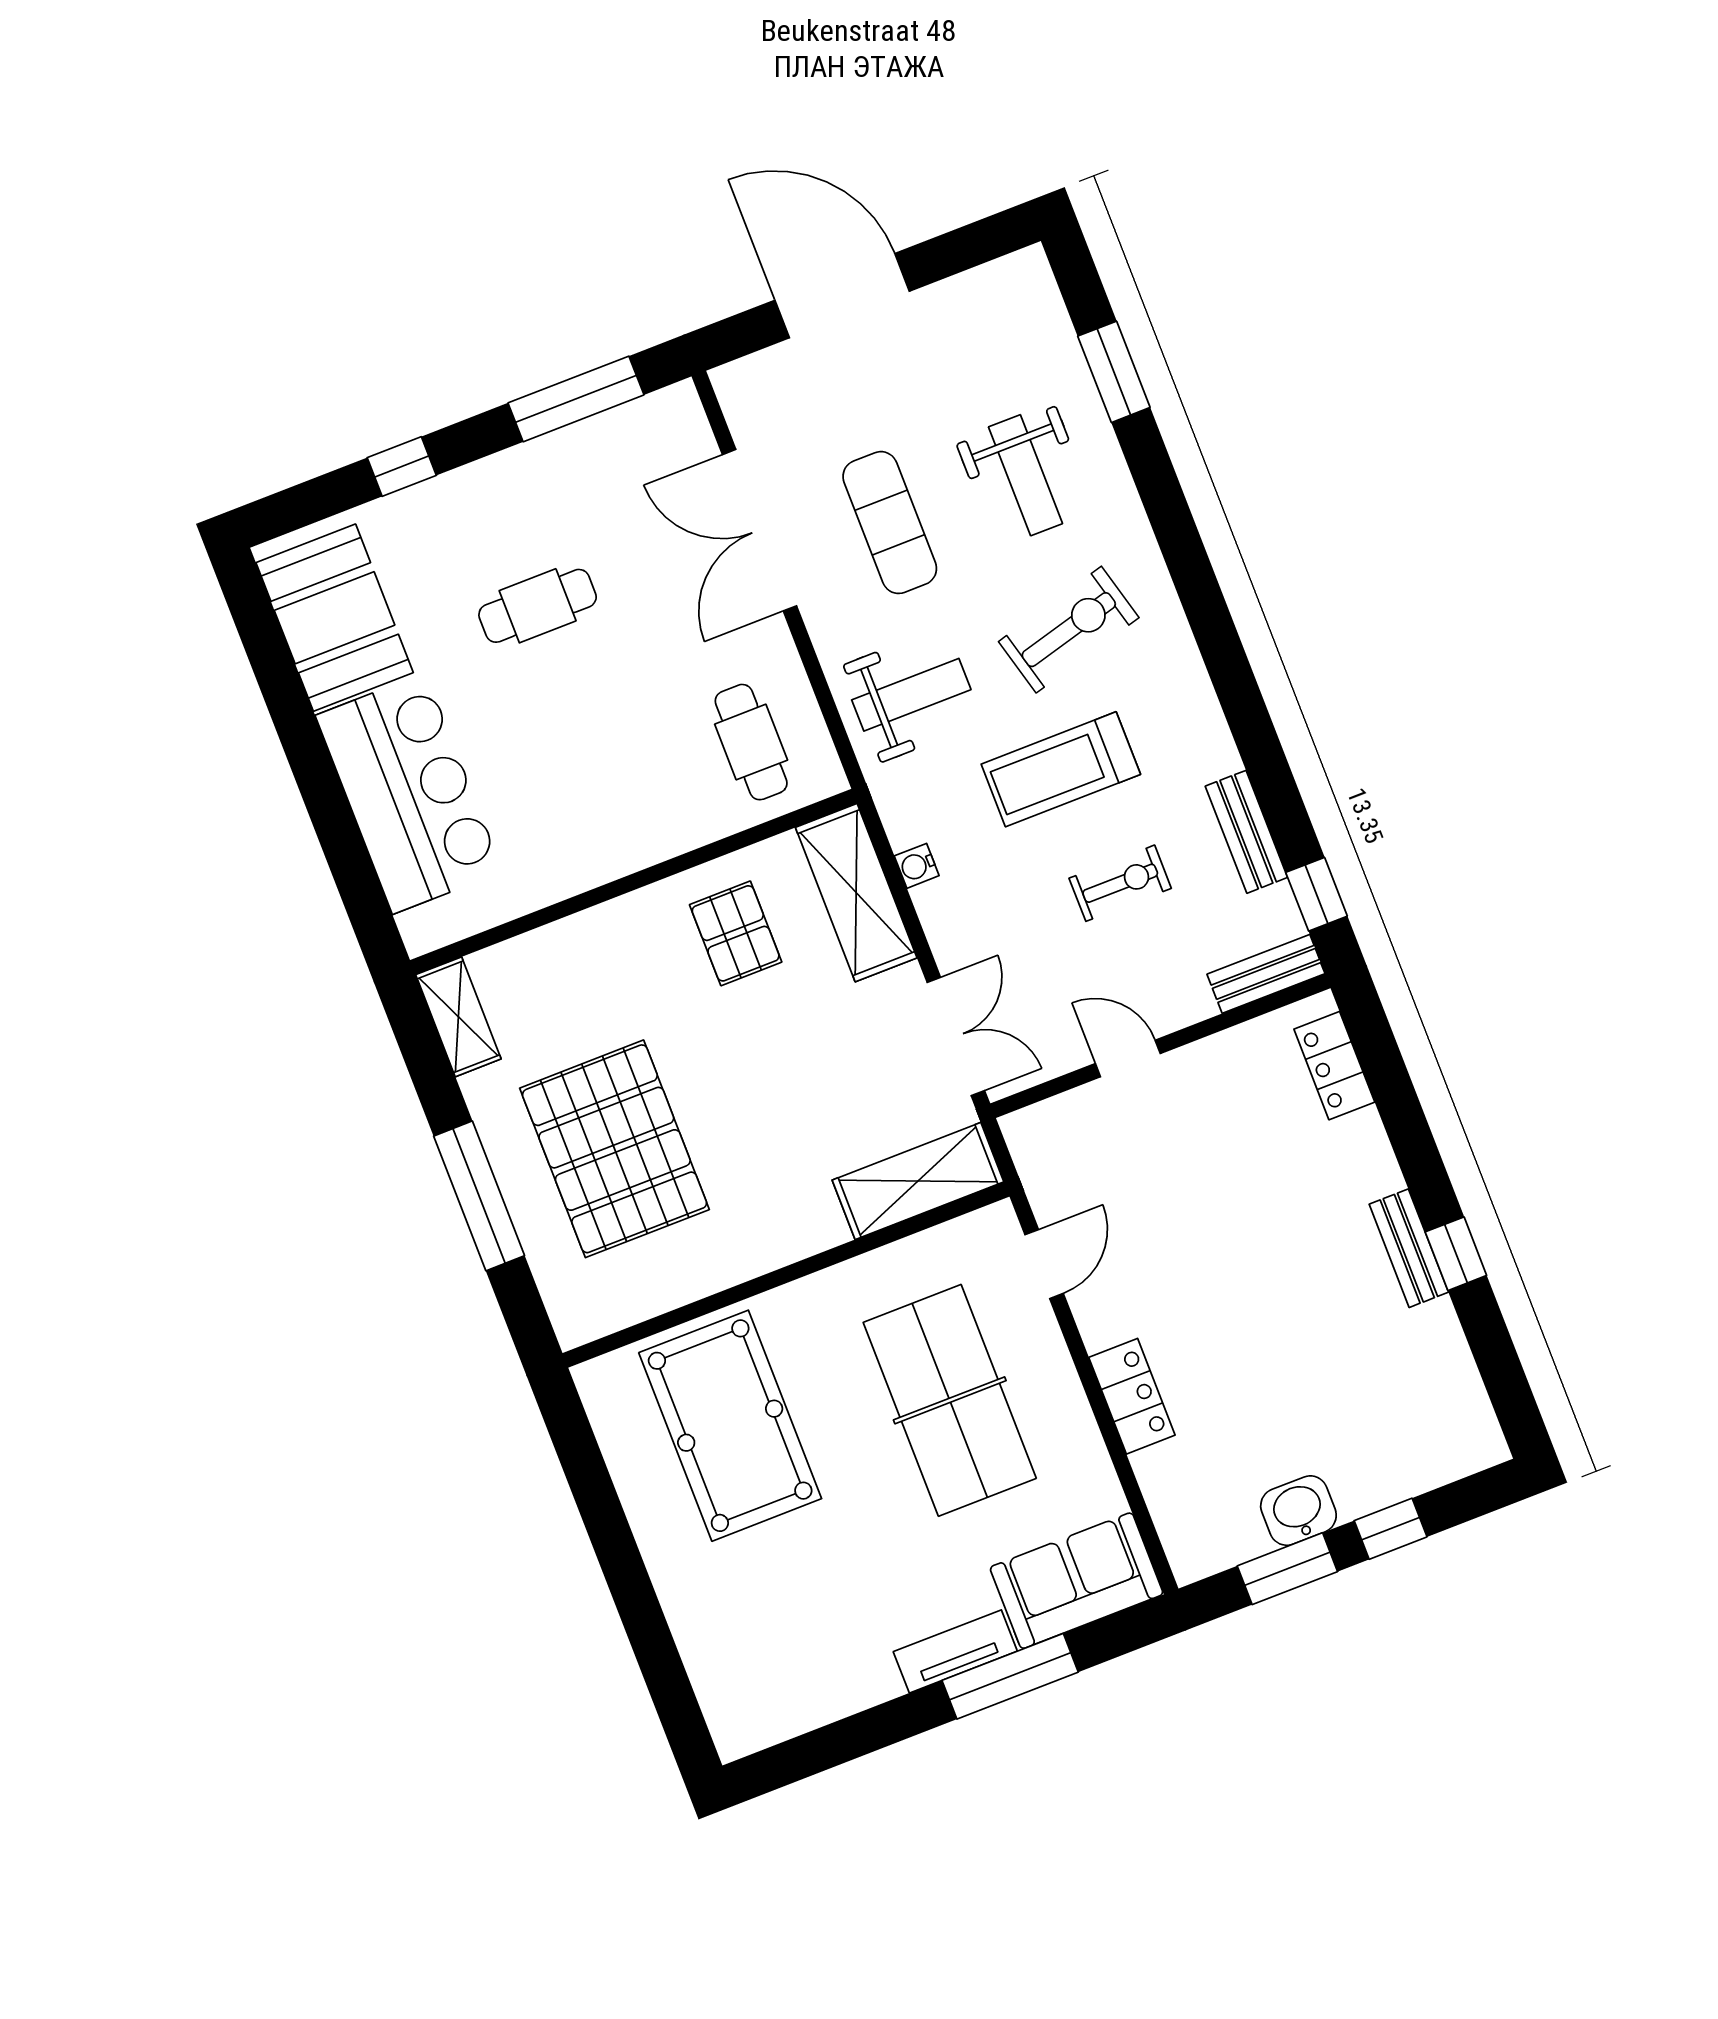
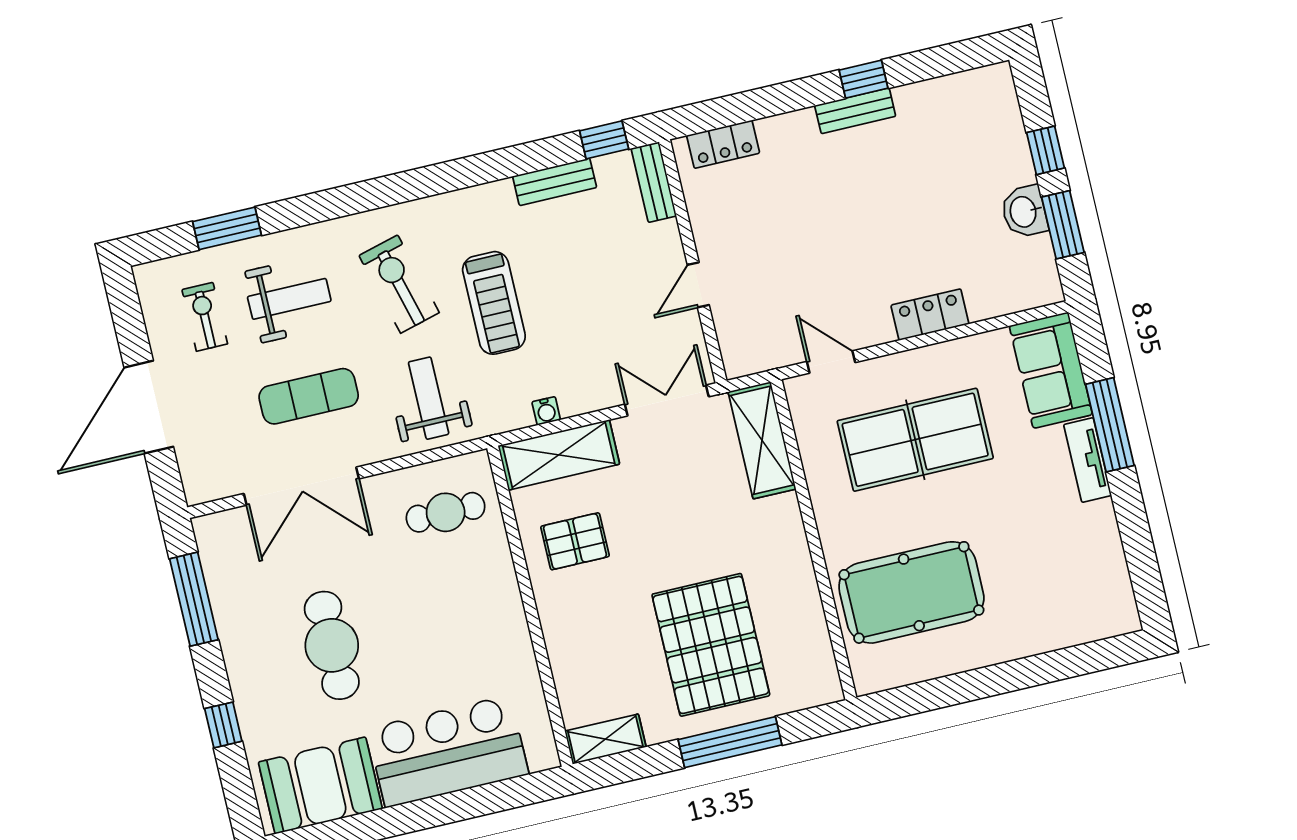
cafe table: (538, 606) -> (332, 645), width x1.37, depth x1.35
exercise bike: (1120, 883) -> (205, 317), moved
pallet: (615, 1149) -> (711, 645), turned 90

